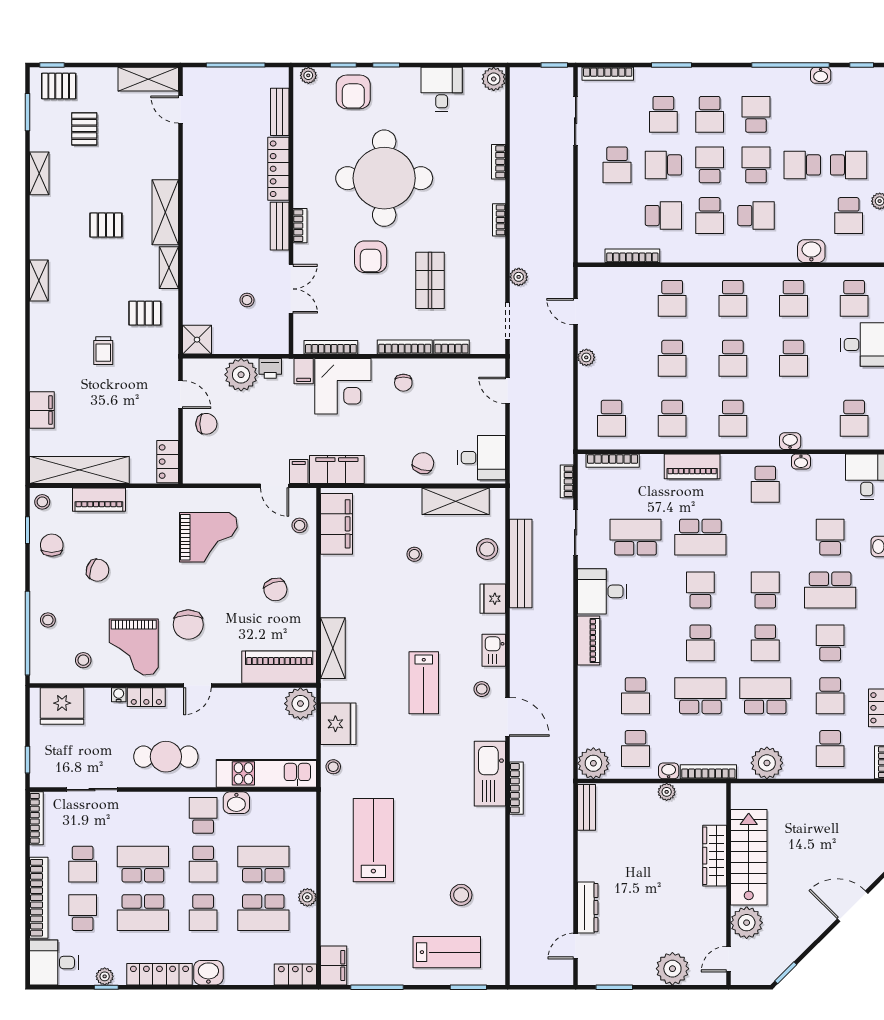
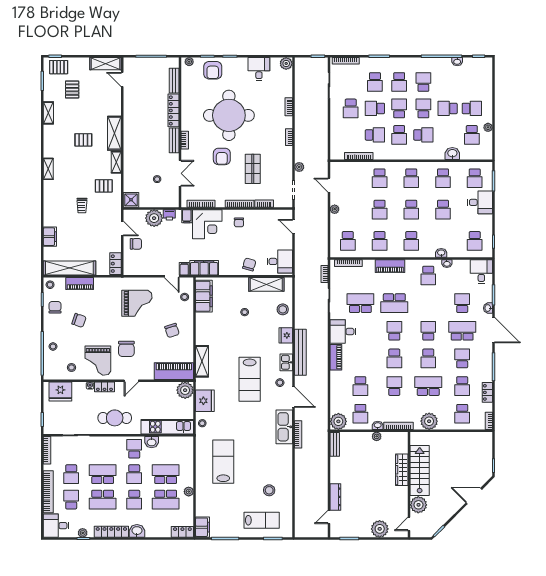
bench: (521, 564) -> (300, 352), moved
school desk: (830, 590) -> (462, 331), turned 180
lab bench: (424, 683) -> (250, 379), width x1.36, depth x1.39
school desk: (700, 696) -> (394, 386), width x0.54

